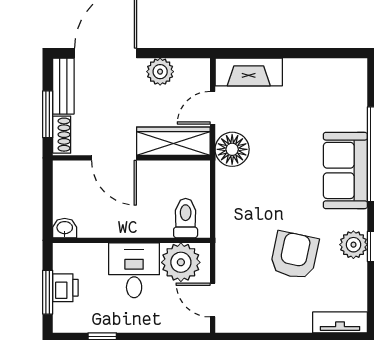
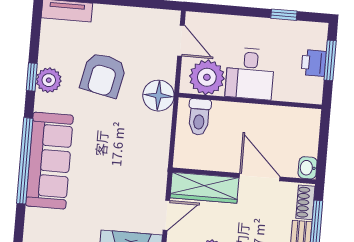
floor lamp: (232, 149) -> (158, 96), moved
sofa: (345, 170) -> (49, 161), width x1.36
washbasin: (65, 228) -> (308, 168), moved, turned 90

